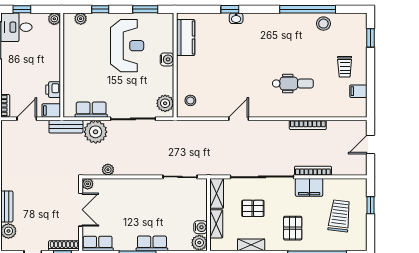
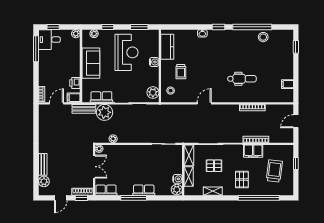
window: (230, 9) -> (219, 27), moved
sofa: (76, 61) -> (91, 63), added
trolley: (345, 67) -> (181, 72), moved

